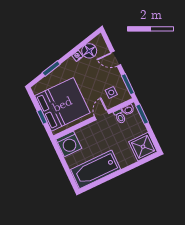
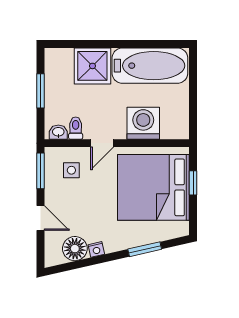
window: (142, 114) -> (41, 91), moved
washing machine: (69, 144) -> (143, 123), moved
shower: (143, 147) -> (92, 66), moved

